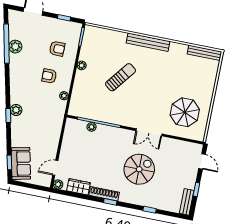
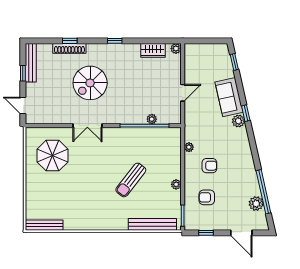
bench: (148, 42) -> (152, 224), moved
plant: (15, 47) -> (256, 204), moved
double door: (149, 132) -> (87, 126), swing flipped
sofa: (21, 163) -> (229, 97), moved
door: (55, 168) -> (183, 93), moved
shoe rack: (104, 194) -> (69, 48), moved
bench: (187, 202) -> (31, 63), width x1.36

